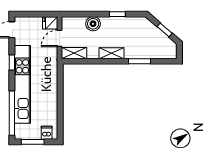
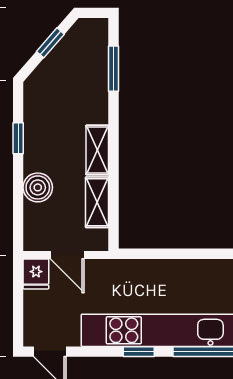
shelving: (74, 53) -> (97, 202), moved
window: (140, 61) -> (114, 69), moved
window: (12, 63) -> (139, 352), moved

